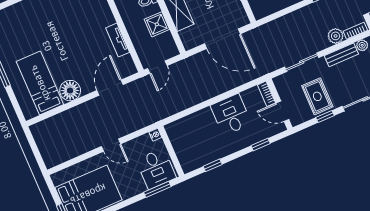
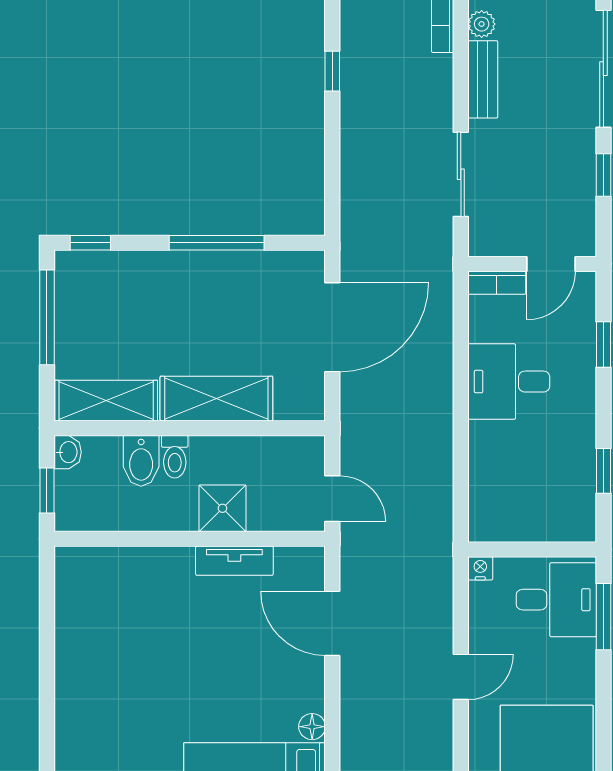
shower: (157, 24) -> (222, 508), moved
plant: (336, 36) -> (435, 74), removed
floor lamp: (70, 91) -> (312, 727), width x0.53, depth x0.53
rug: (317, 96) -> (551, 173), removed

